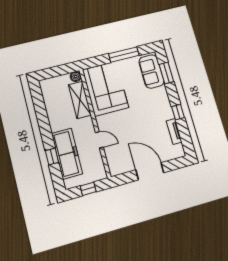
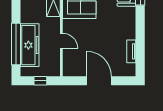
window: (178, 112) -> (140, 35), removed
window: (52, 157) -> (16, 44), width x3.17

